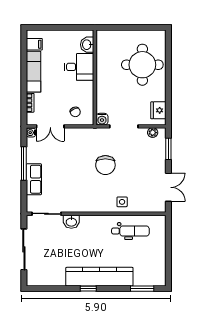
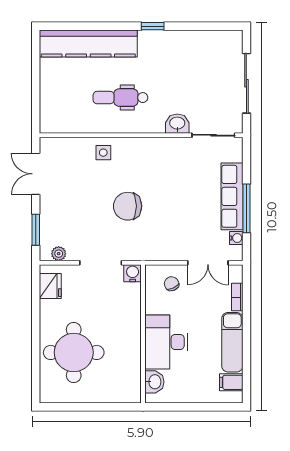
desk: (79, 67) -> (166, 342), width x1.37
double door: (50, 126) -> (208, 263), swing flipped
water cooler: (31, 133) -> (236, 238), moved
chair: (105, 165) -> (128, 206), turned -90
row of seats: (34, 179) -> (232, 196), width x1.48
dental chair: (130, 231) -> (120, 98), moved
kitchen counter: (99, 277) -> (88, 44), moved
window: (142, 289) -> (74, 26), removed

